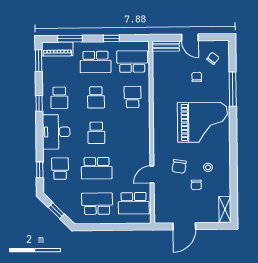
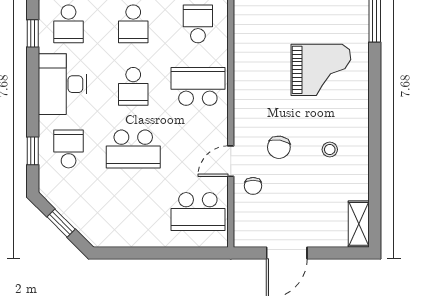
grand piano: (202, 122) -> (321, 70), width x0.73, depth x0.68
chair: (196, 185) -> (253, 186), moved
school desk: (97, 204) -> (198, 86), moved

